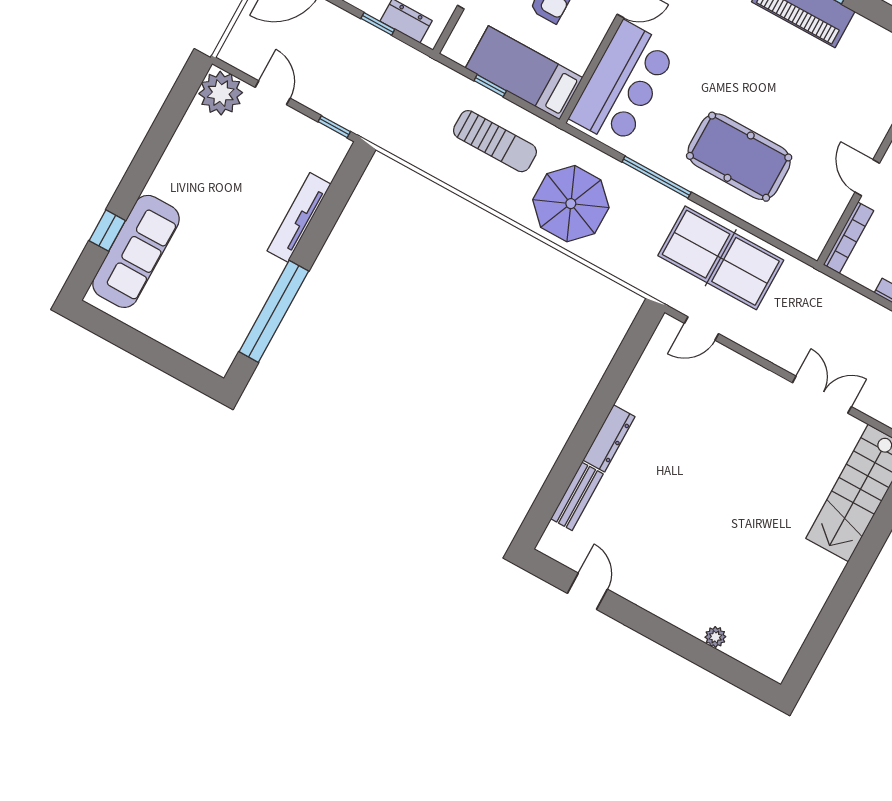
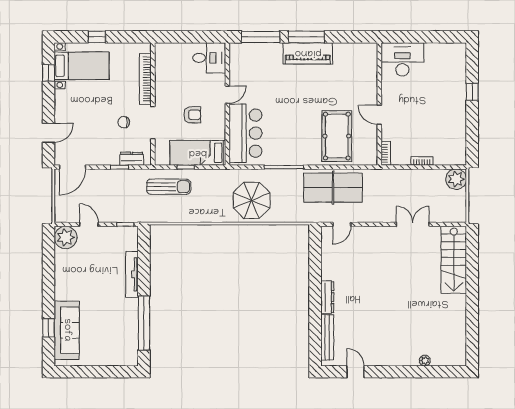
sun lounger: (495, 141) -> (169, 187), moved
pool table: (739, 157) -> (337, 136), moved, turned 90
bookcase: (849, 238) -> (386, 153), width x0.64
bench: (577, 496) -> (327, 337), width x1.36

